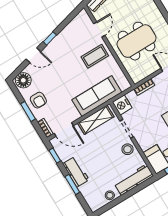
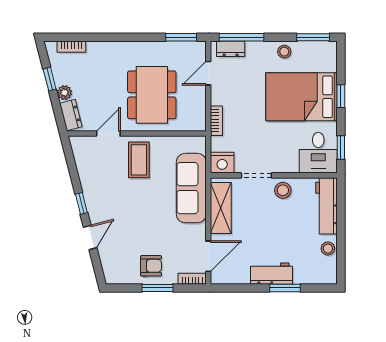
door: (99, 30) -> (108, 133), hinge flipped
floor lamp: (23, 80) -> (114, 270), removed
window: (55, 156) -> (235, 288), removed

